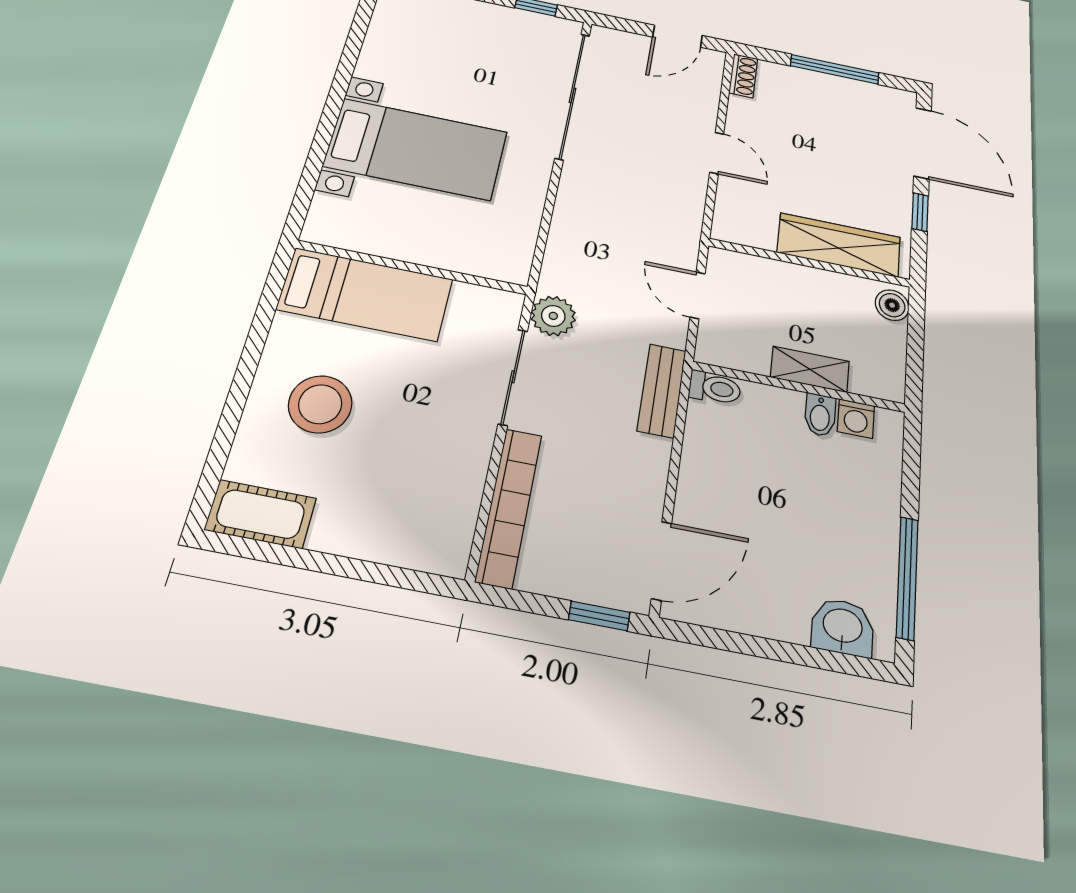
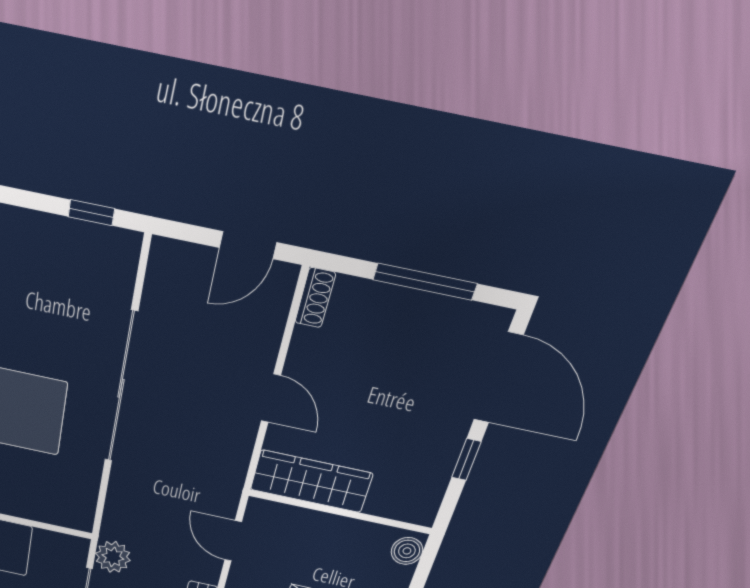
sliding door: (573, 95) -> (121, 388), moved
wardrobe: (839, 245) -> (311, 481), moved

